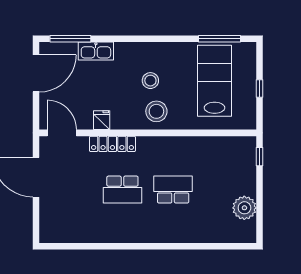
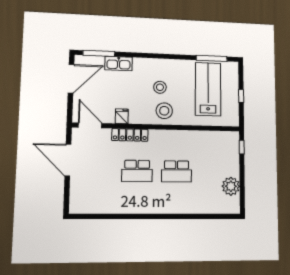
school desk: (173, 190) -> (177, 171), turned 180

